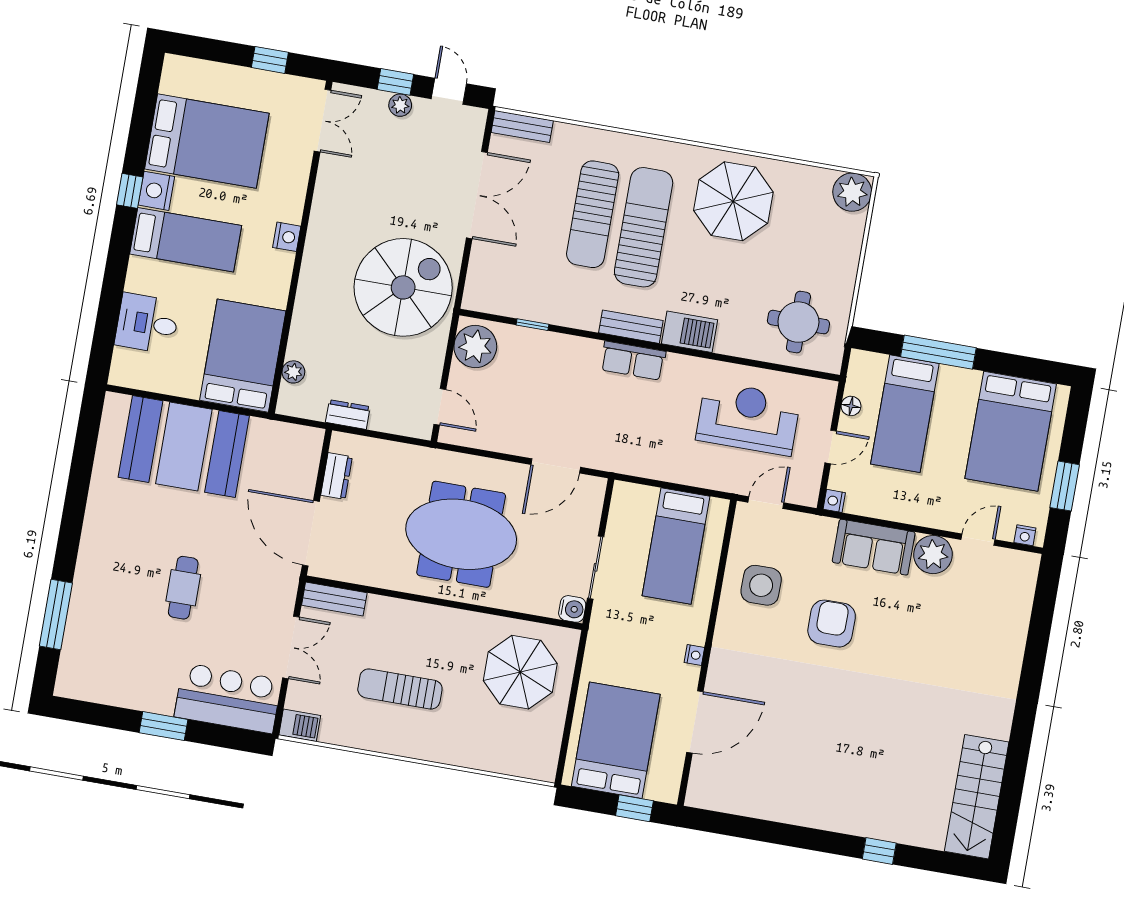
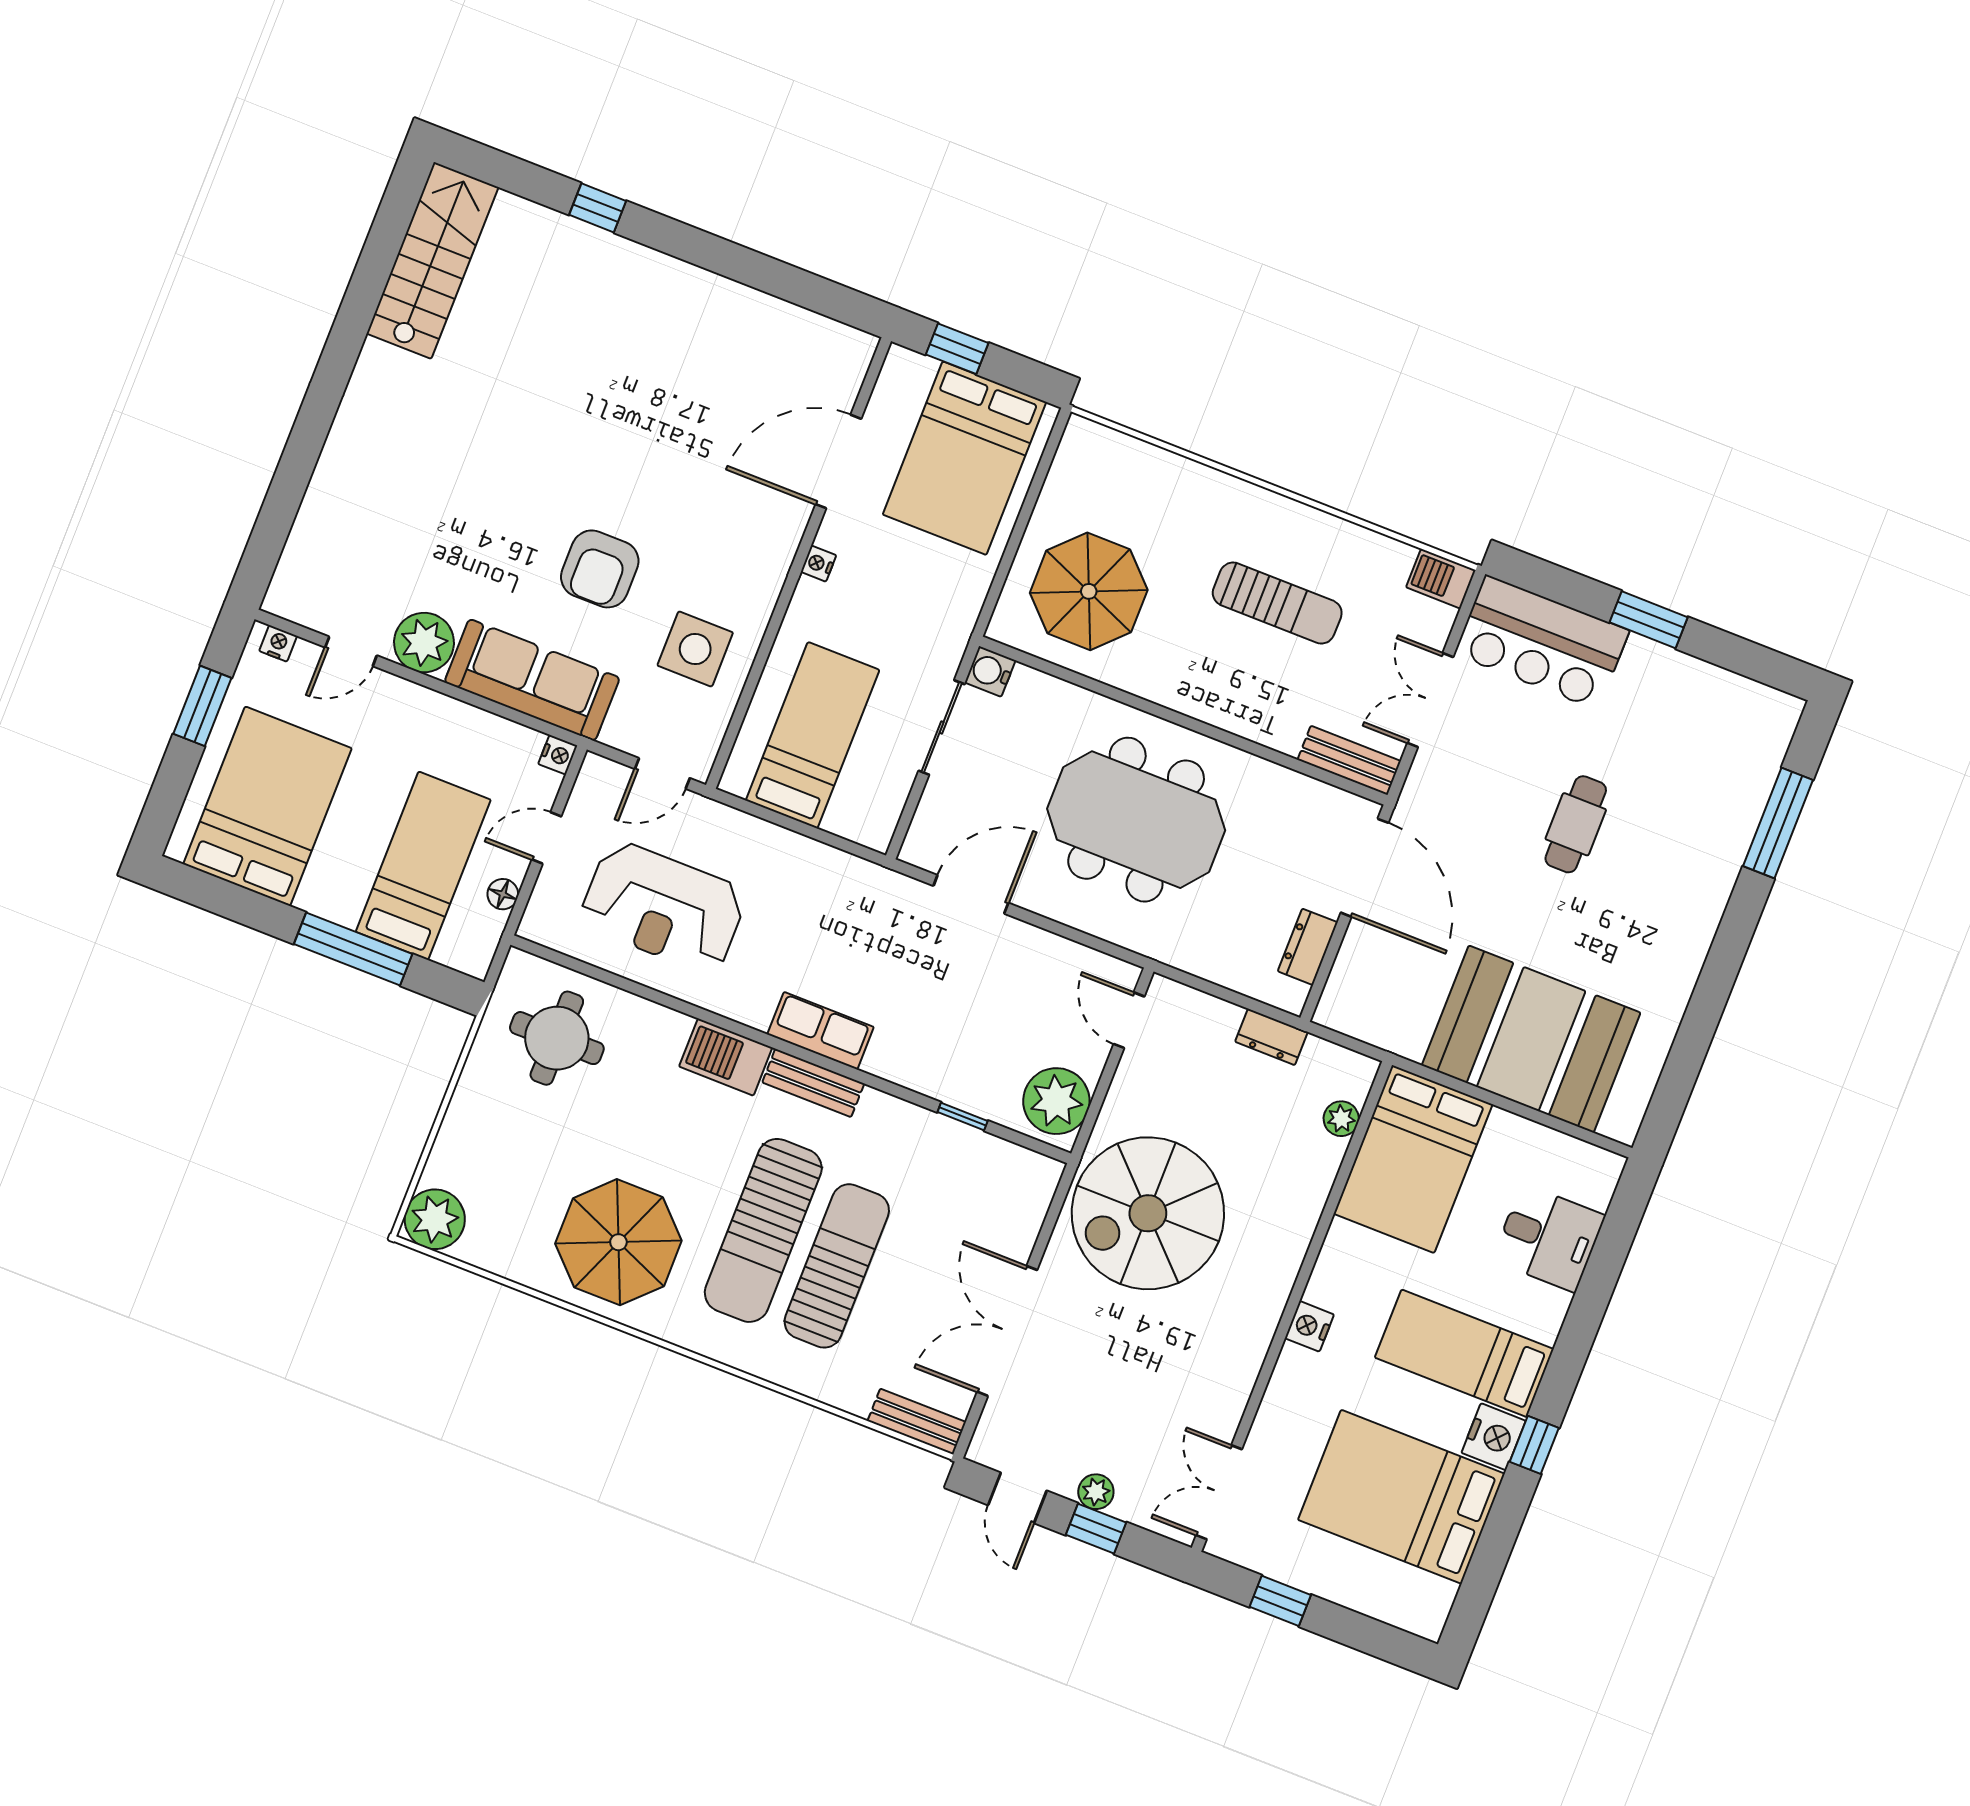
sofa: (874, 547) -> (532, 680), width x1.36

